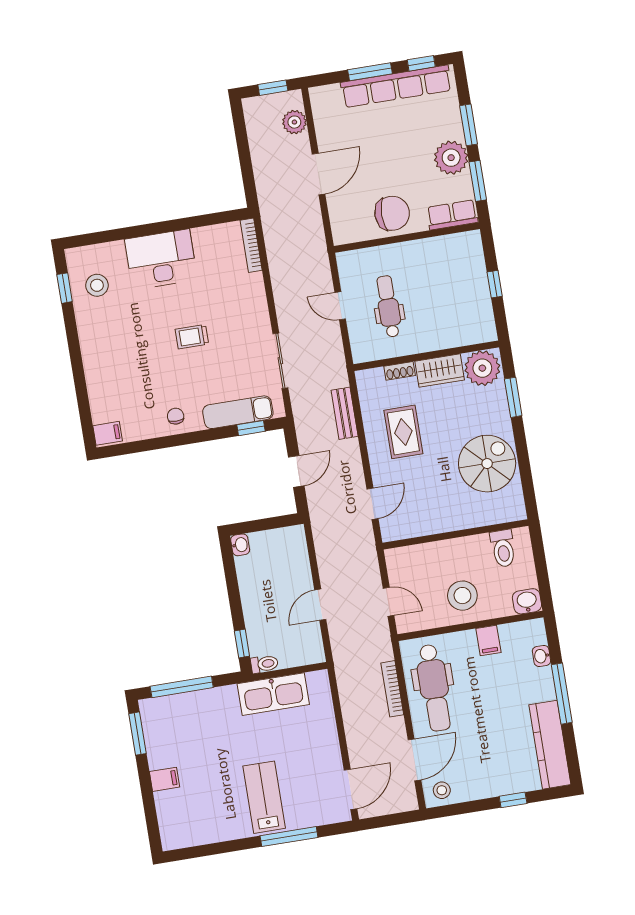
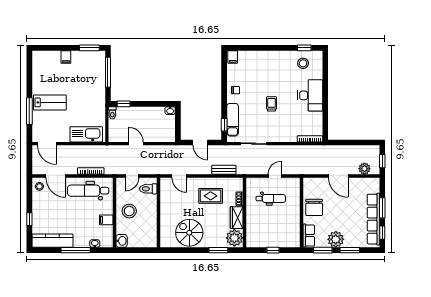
spiral stairs: (487, 464) -> (189, 233), turned 180
toilet: (503, 548) -> (148, 189), moved
kitchen sink: (273, 694) -> (86, 134), moved, turned 90

